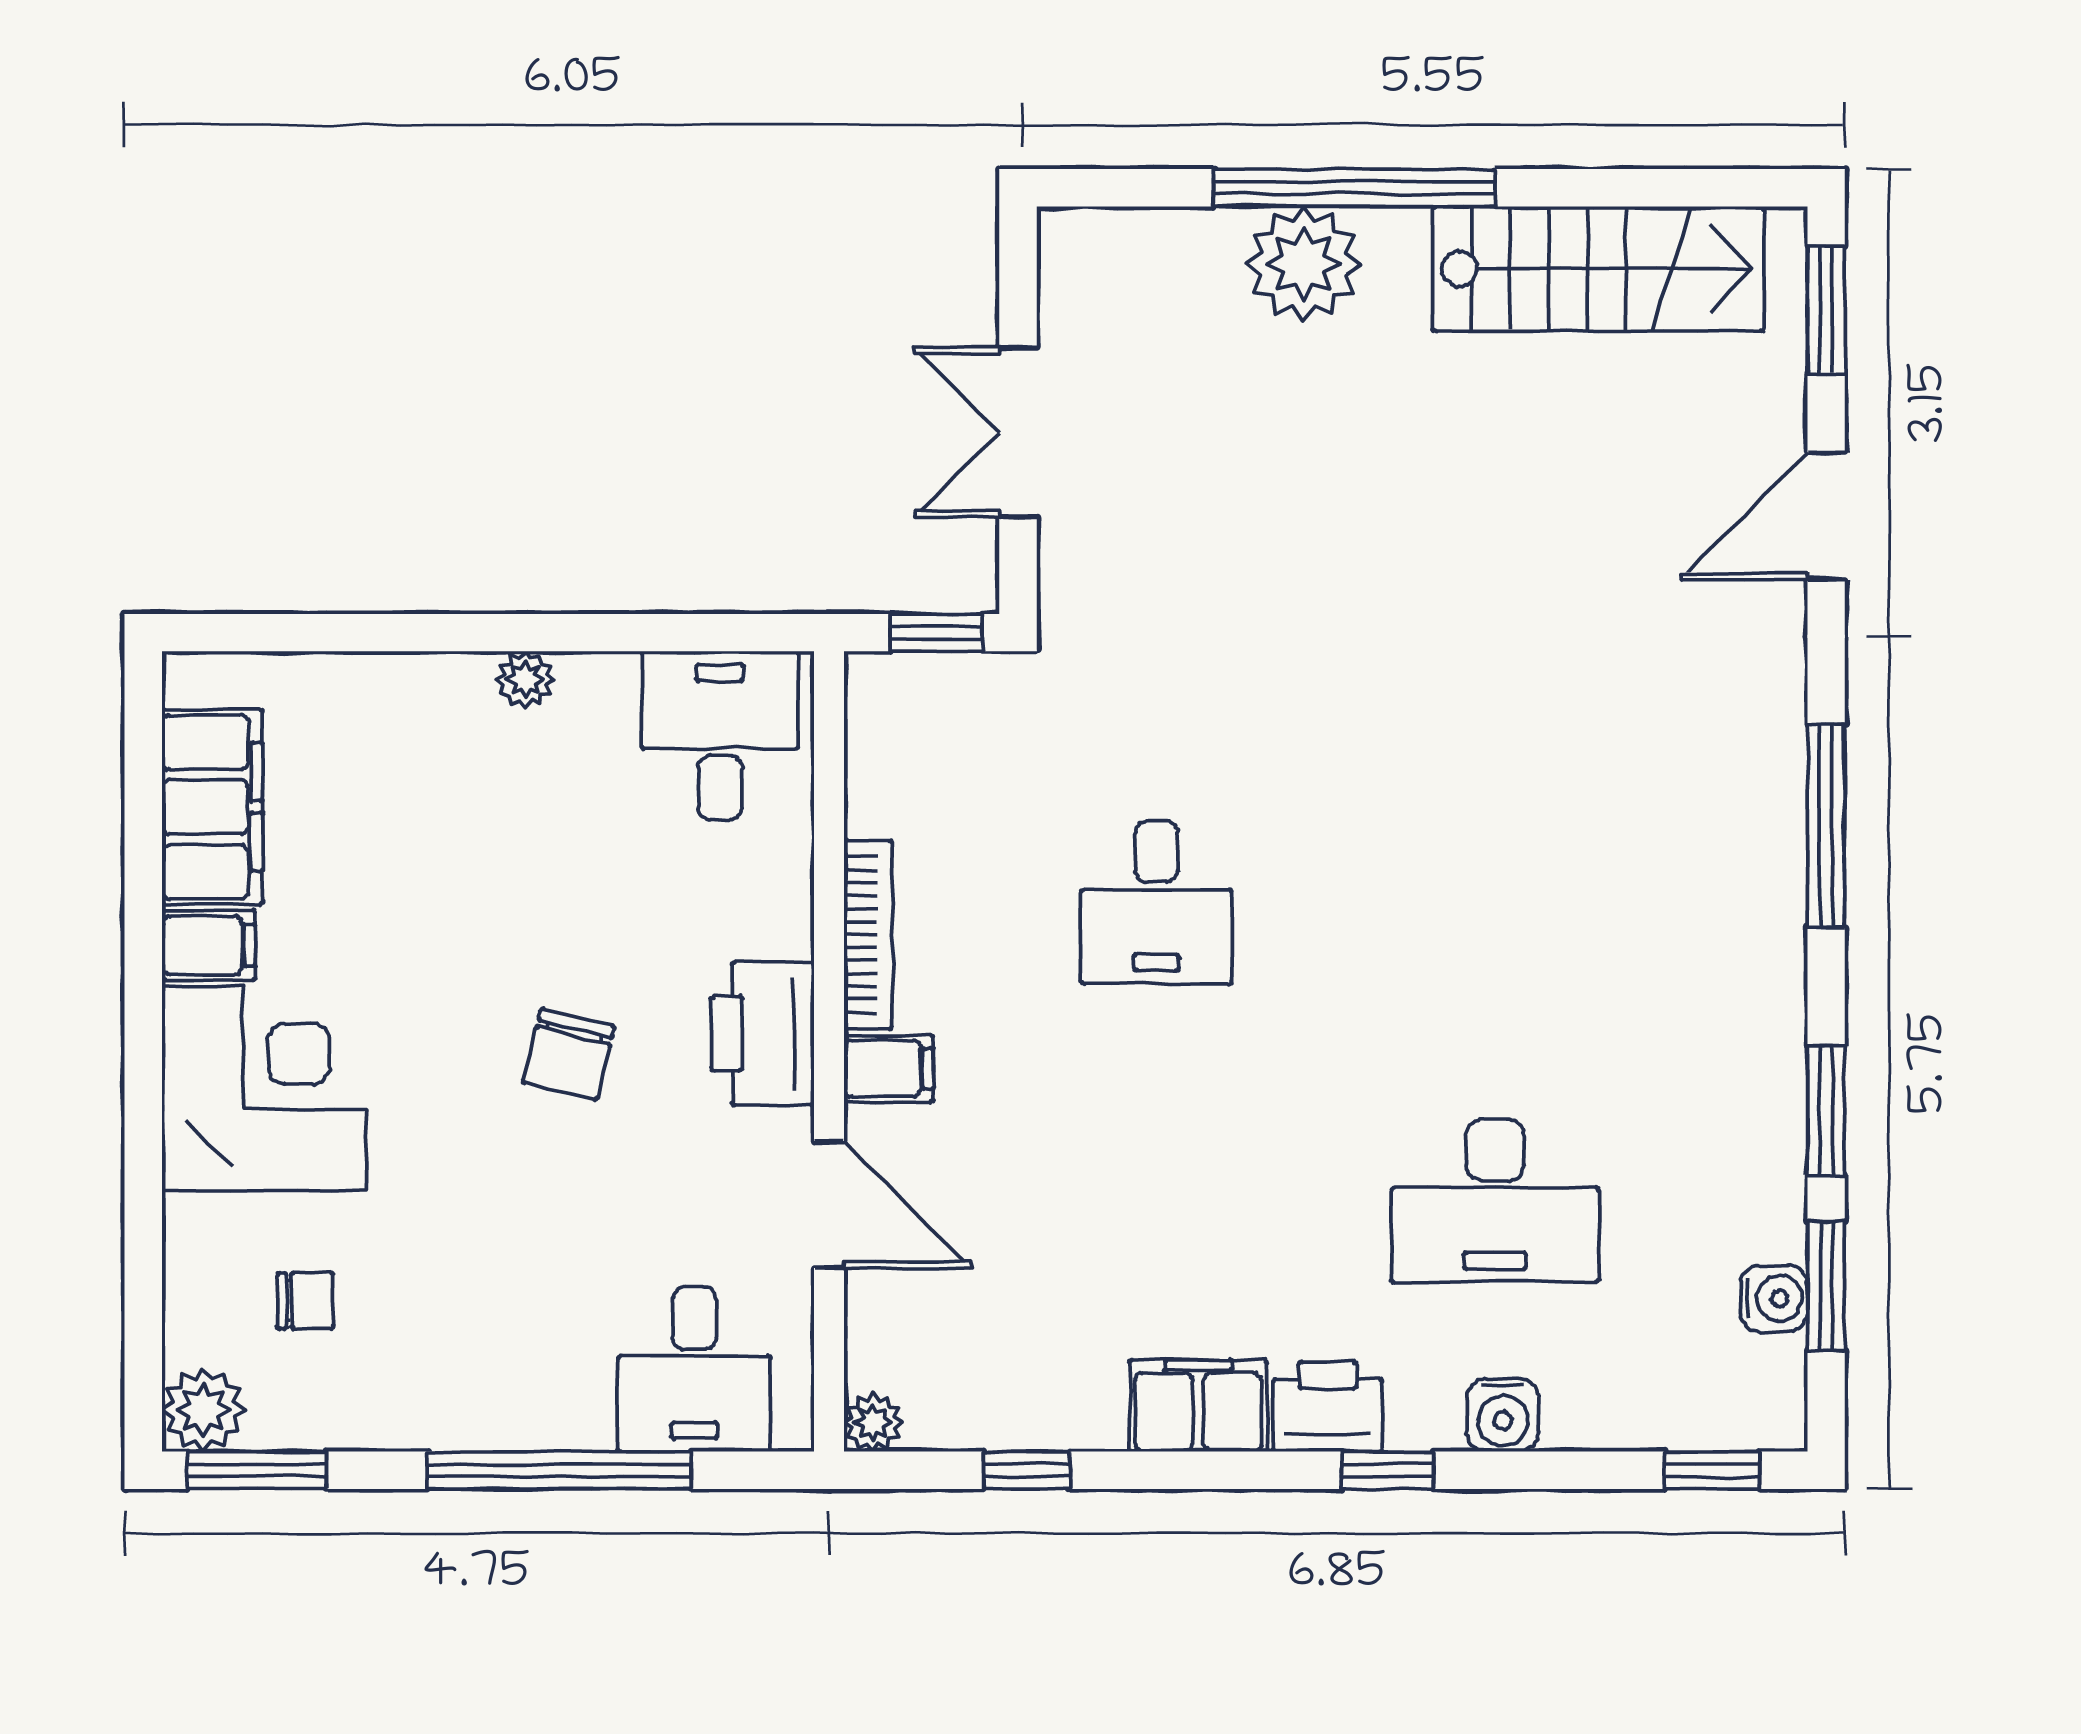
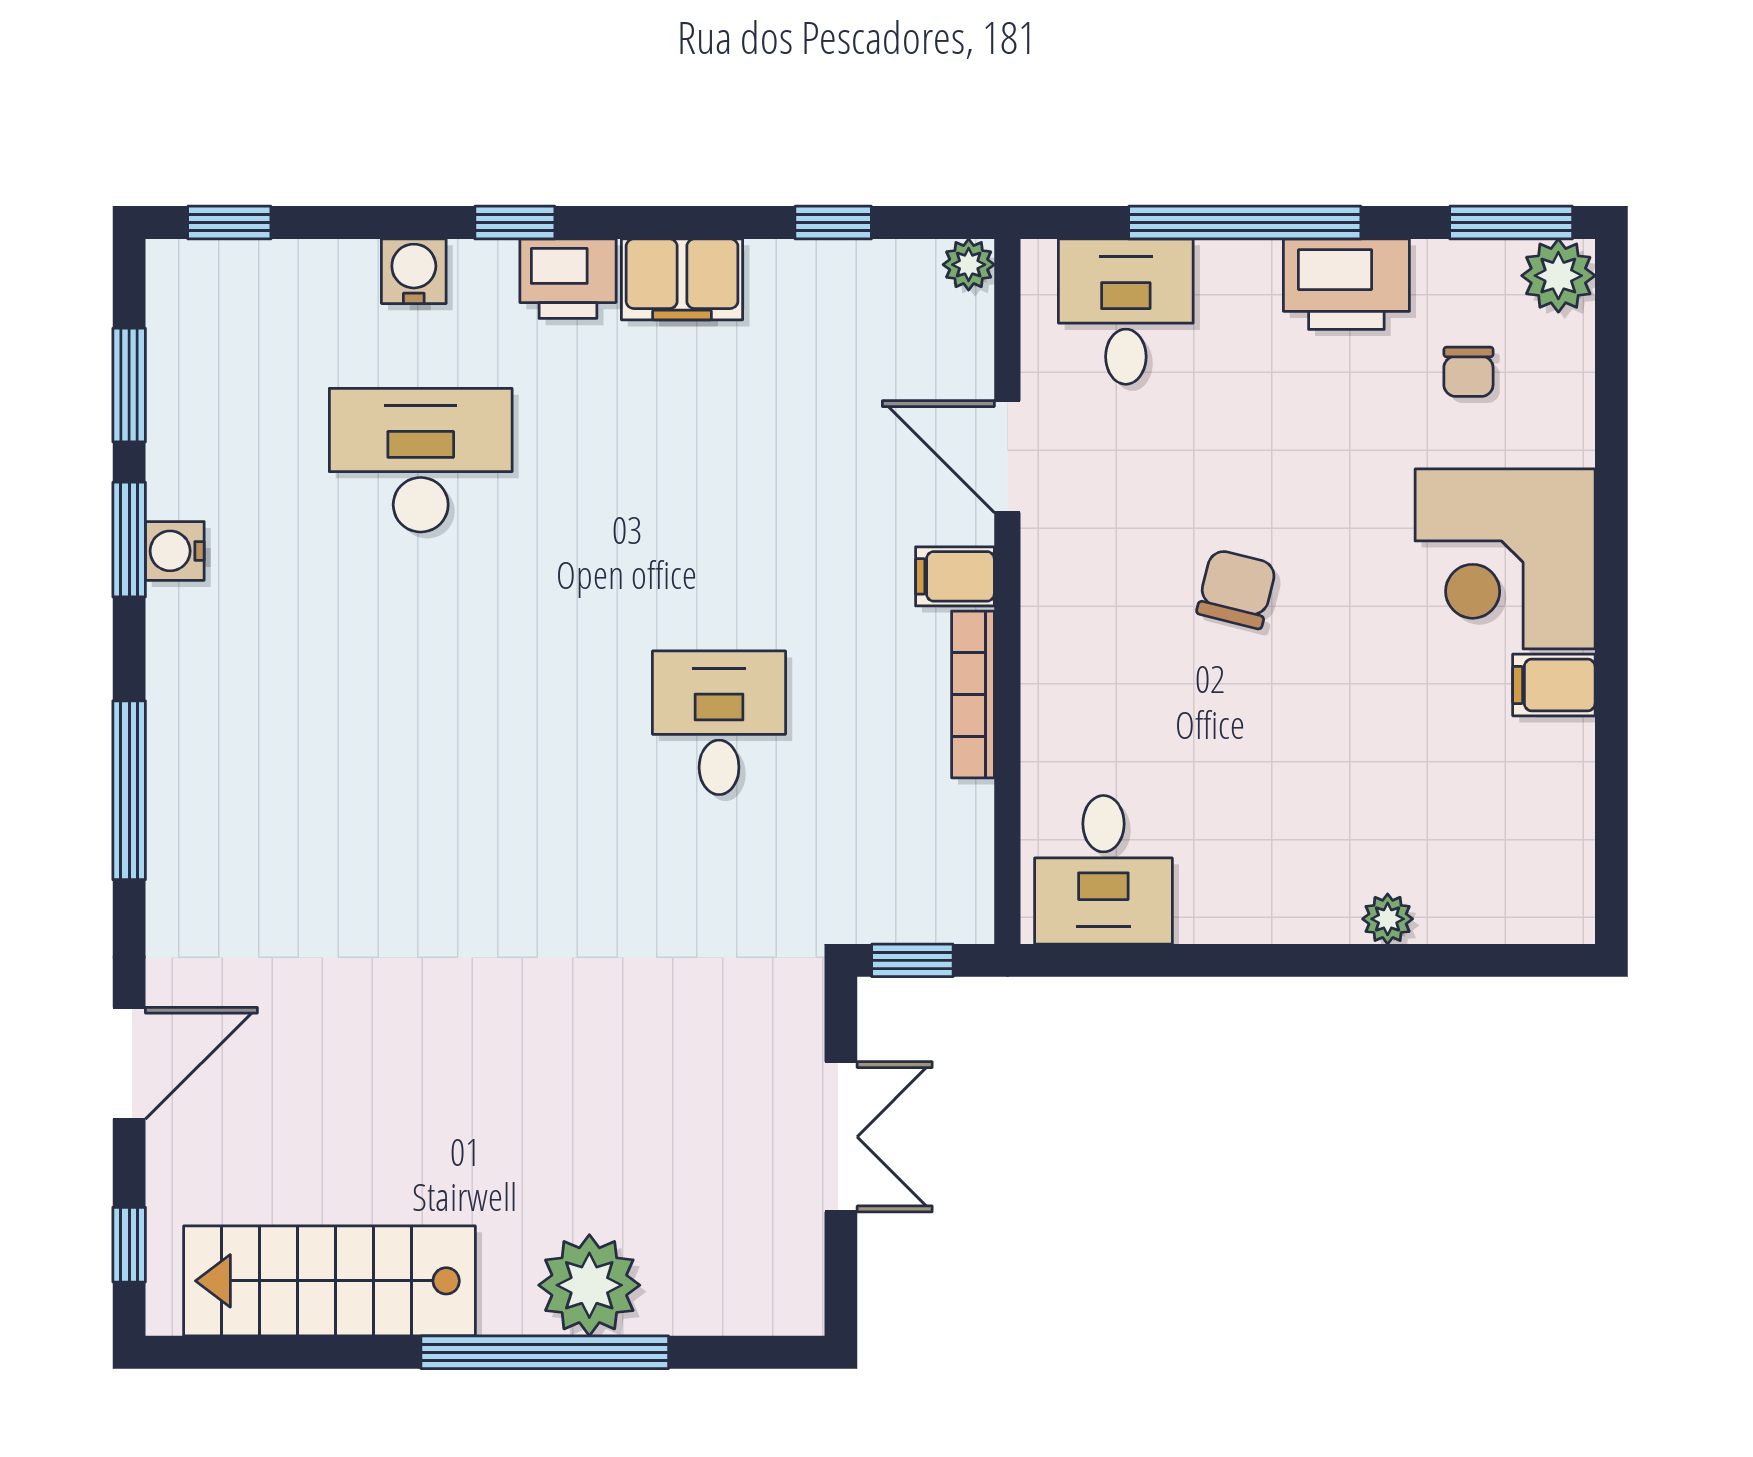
window: (1826, 310) -> (129, 1245), width x0.67
plant: (525, 680) -> (1388, 919), moved
filing cabinet: (212, 807) -> (1551, 807), removed
printer: (763, 1034) -> (1346, 284), moved, turned 90
water cooler: (1774, 1298) -> (175, 551), moved
chair: (305, 1301) -> (1468, 372), turned -90

